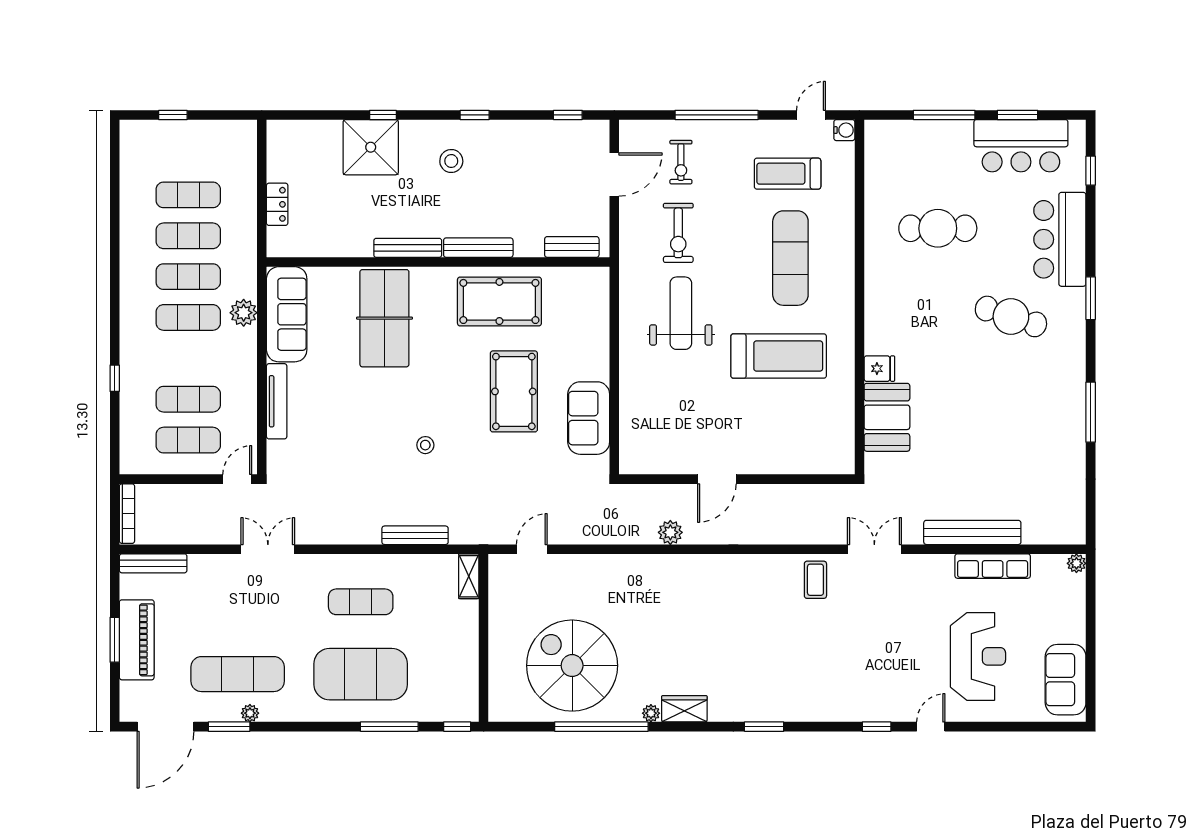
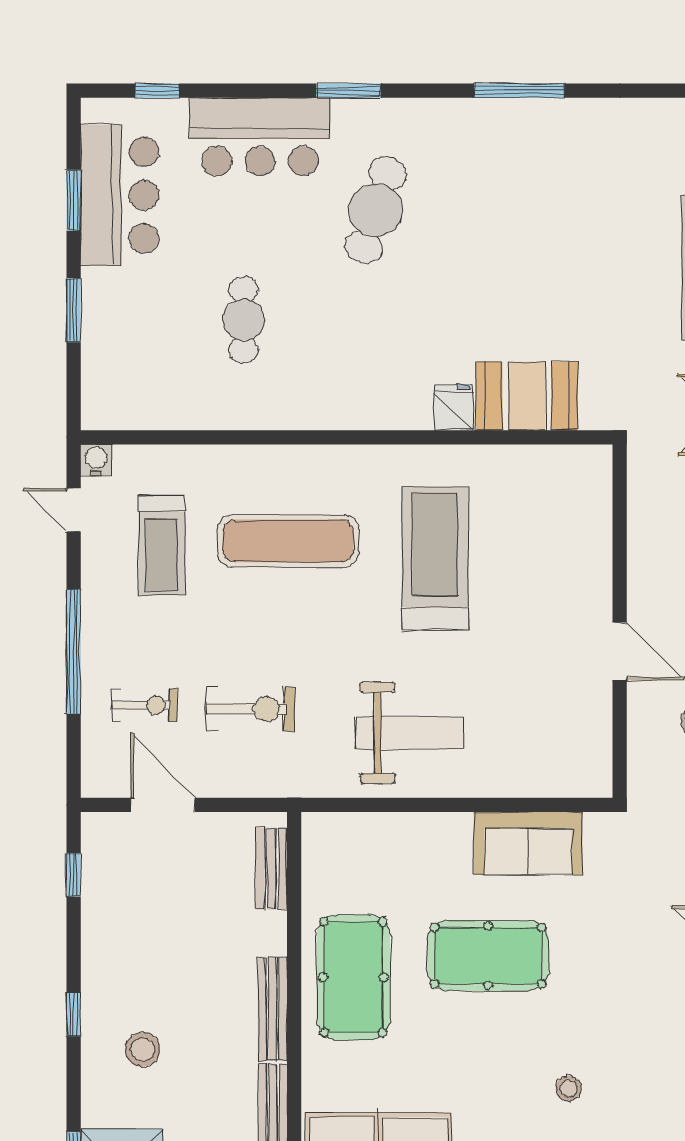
window: (944, 115) -> (74, 310), width x0.69
cafe table: (938, 228) -> (243, 320), width x0.73, depth x0.74
weight bench: (681, 313) -> (410, 733), moved, turned 180

